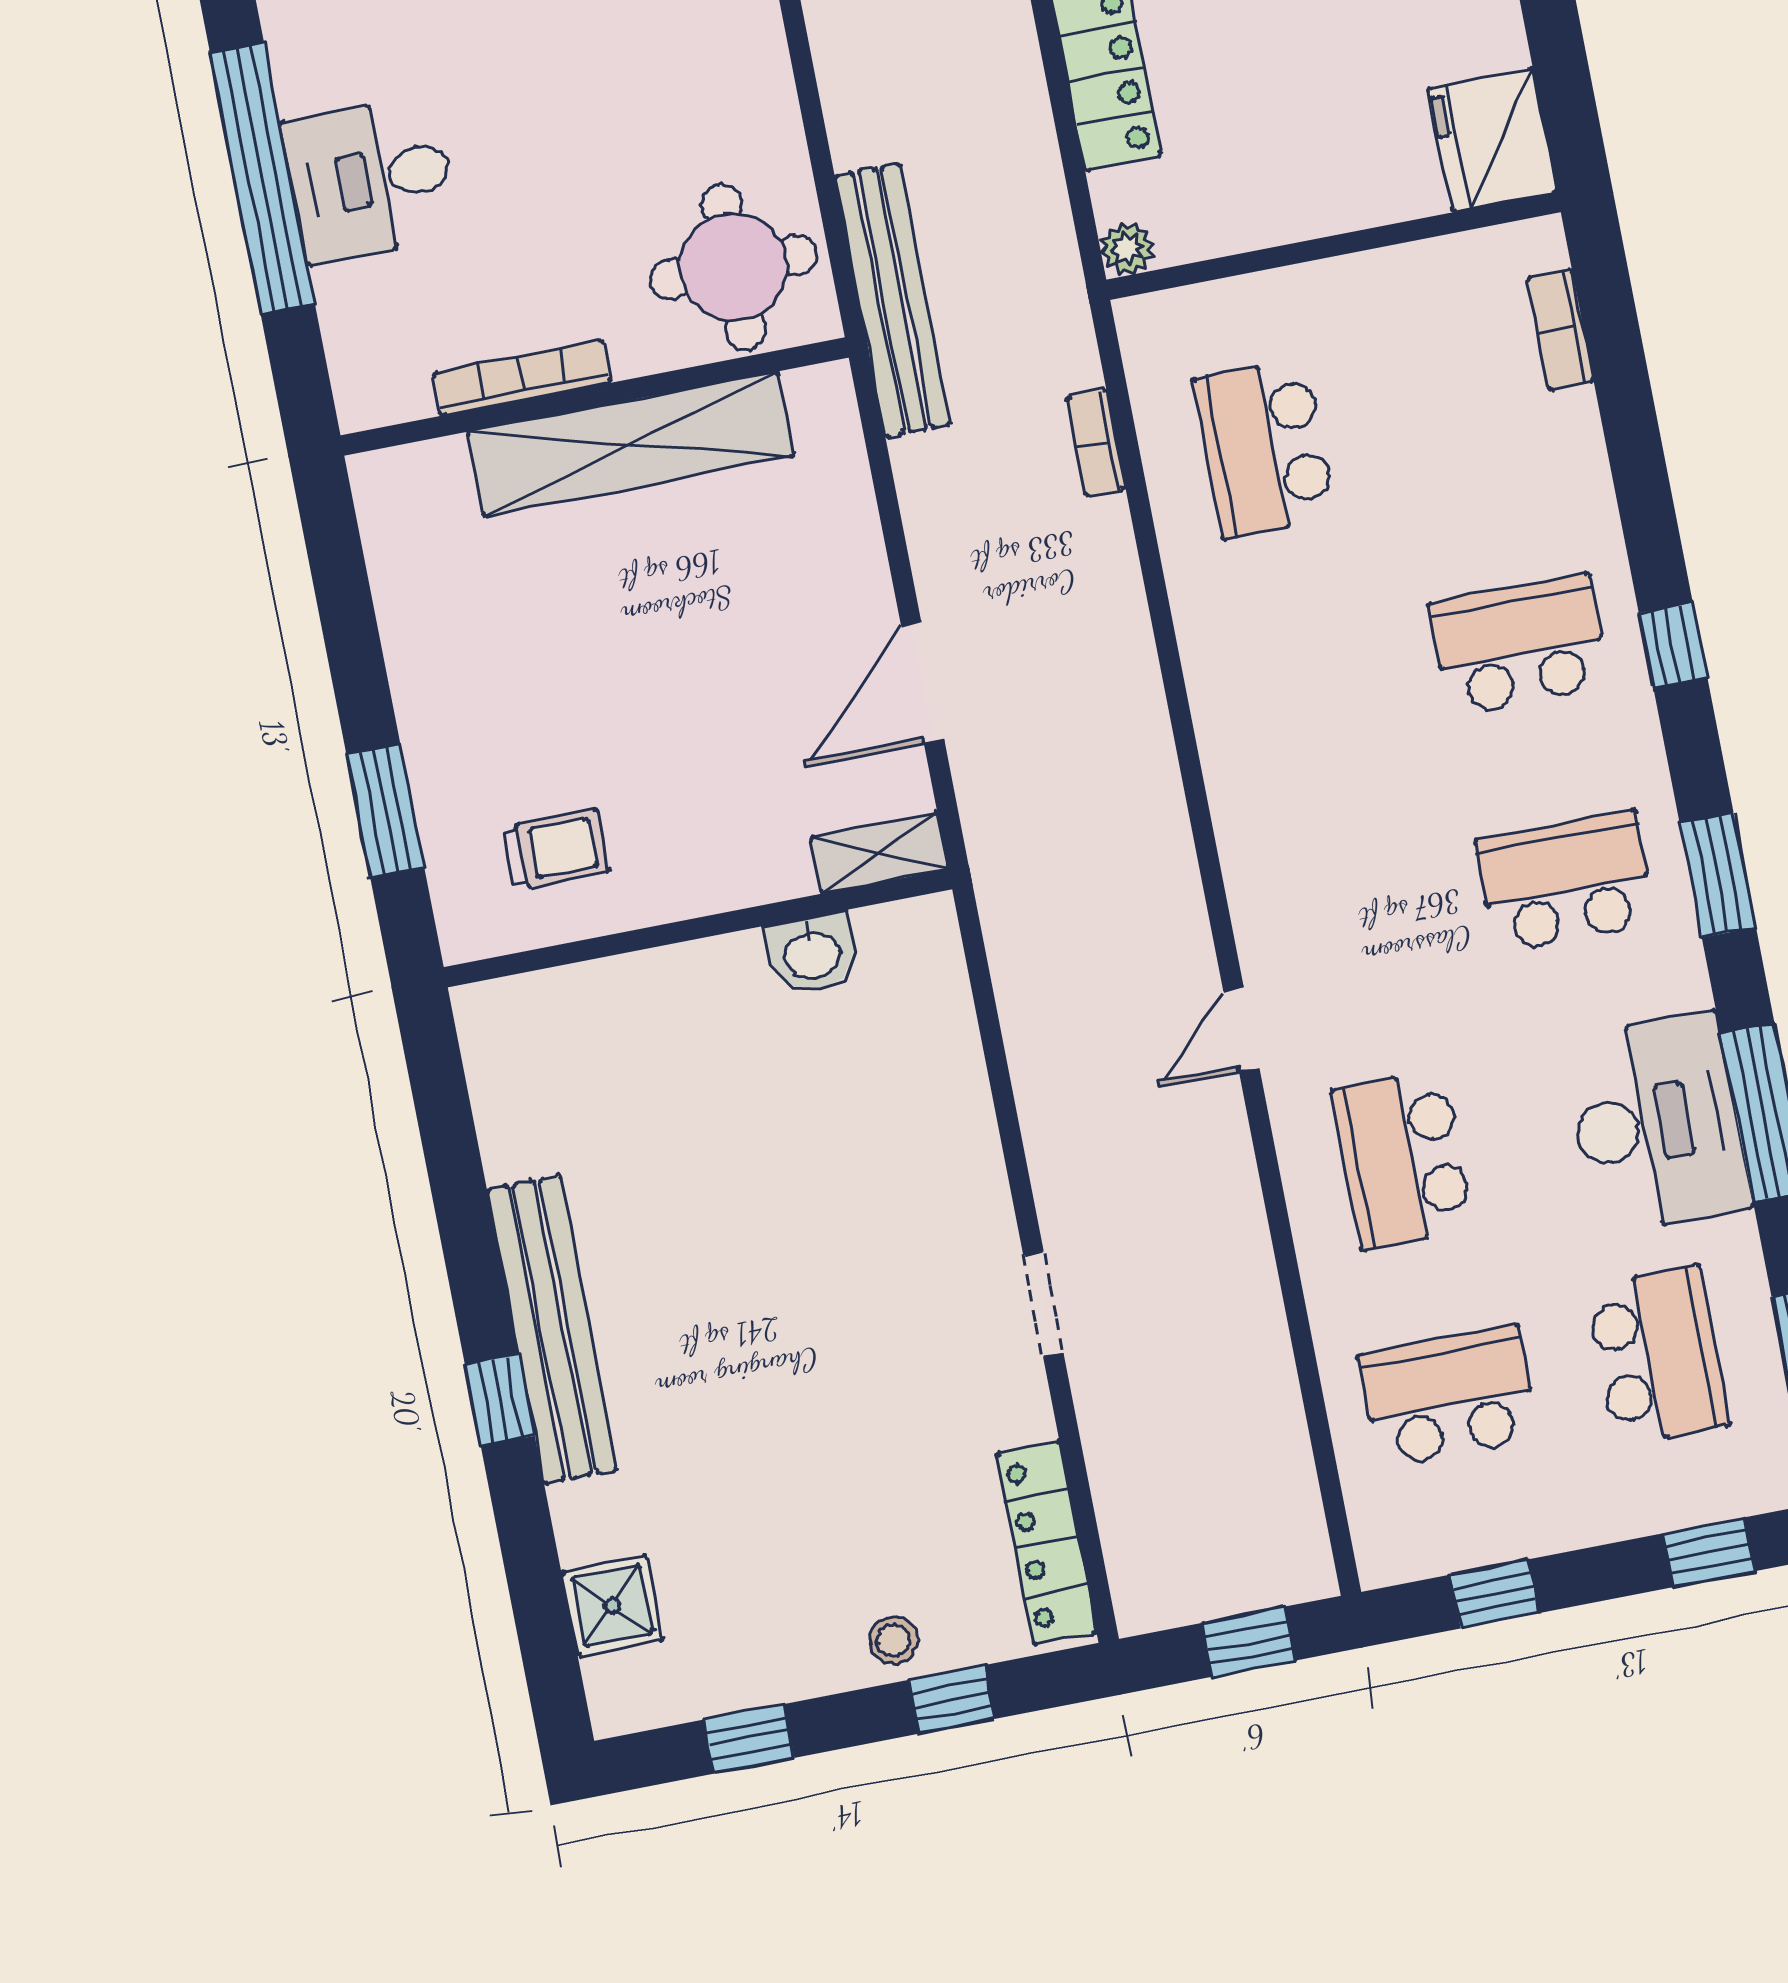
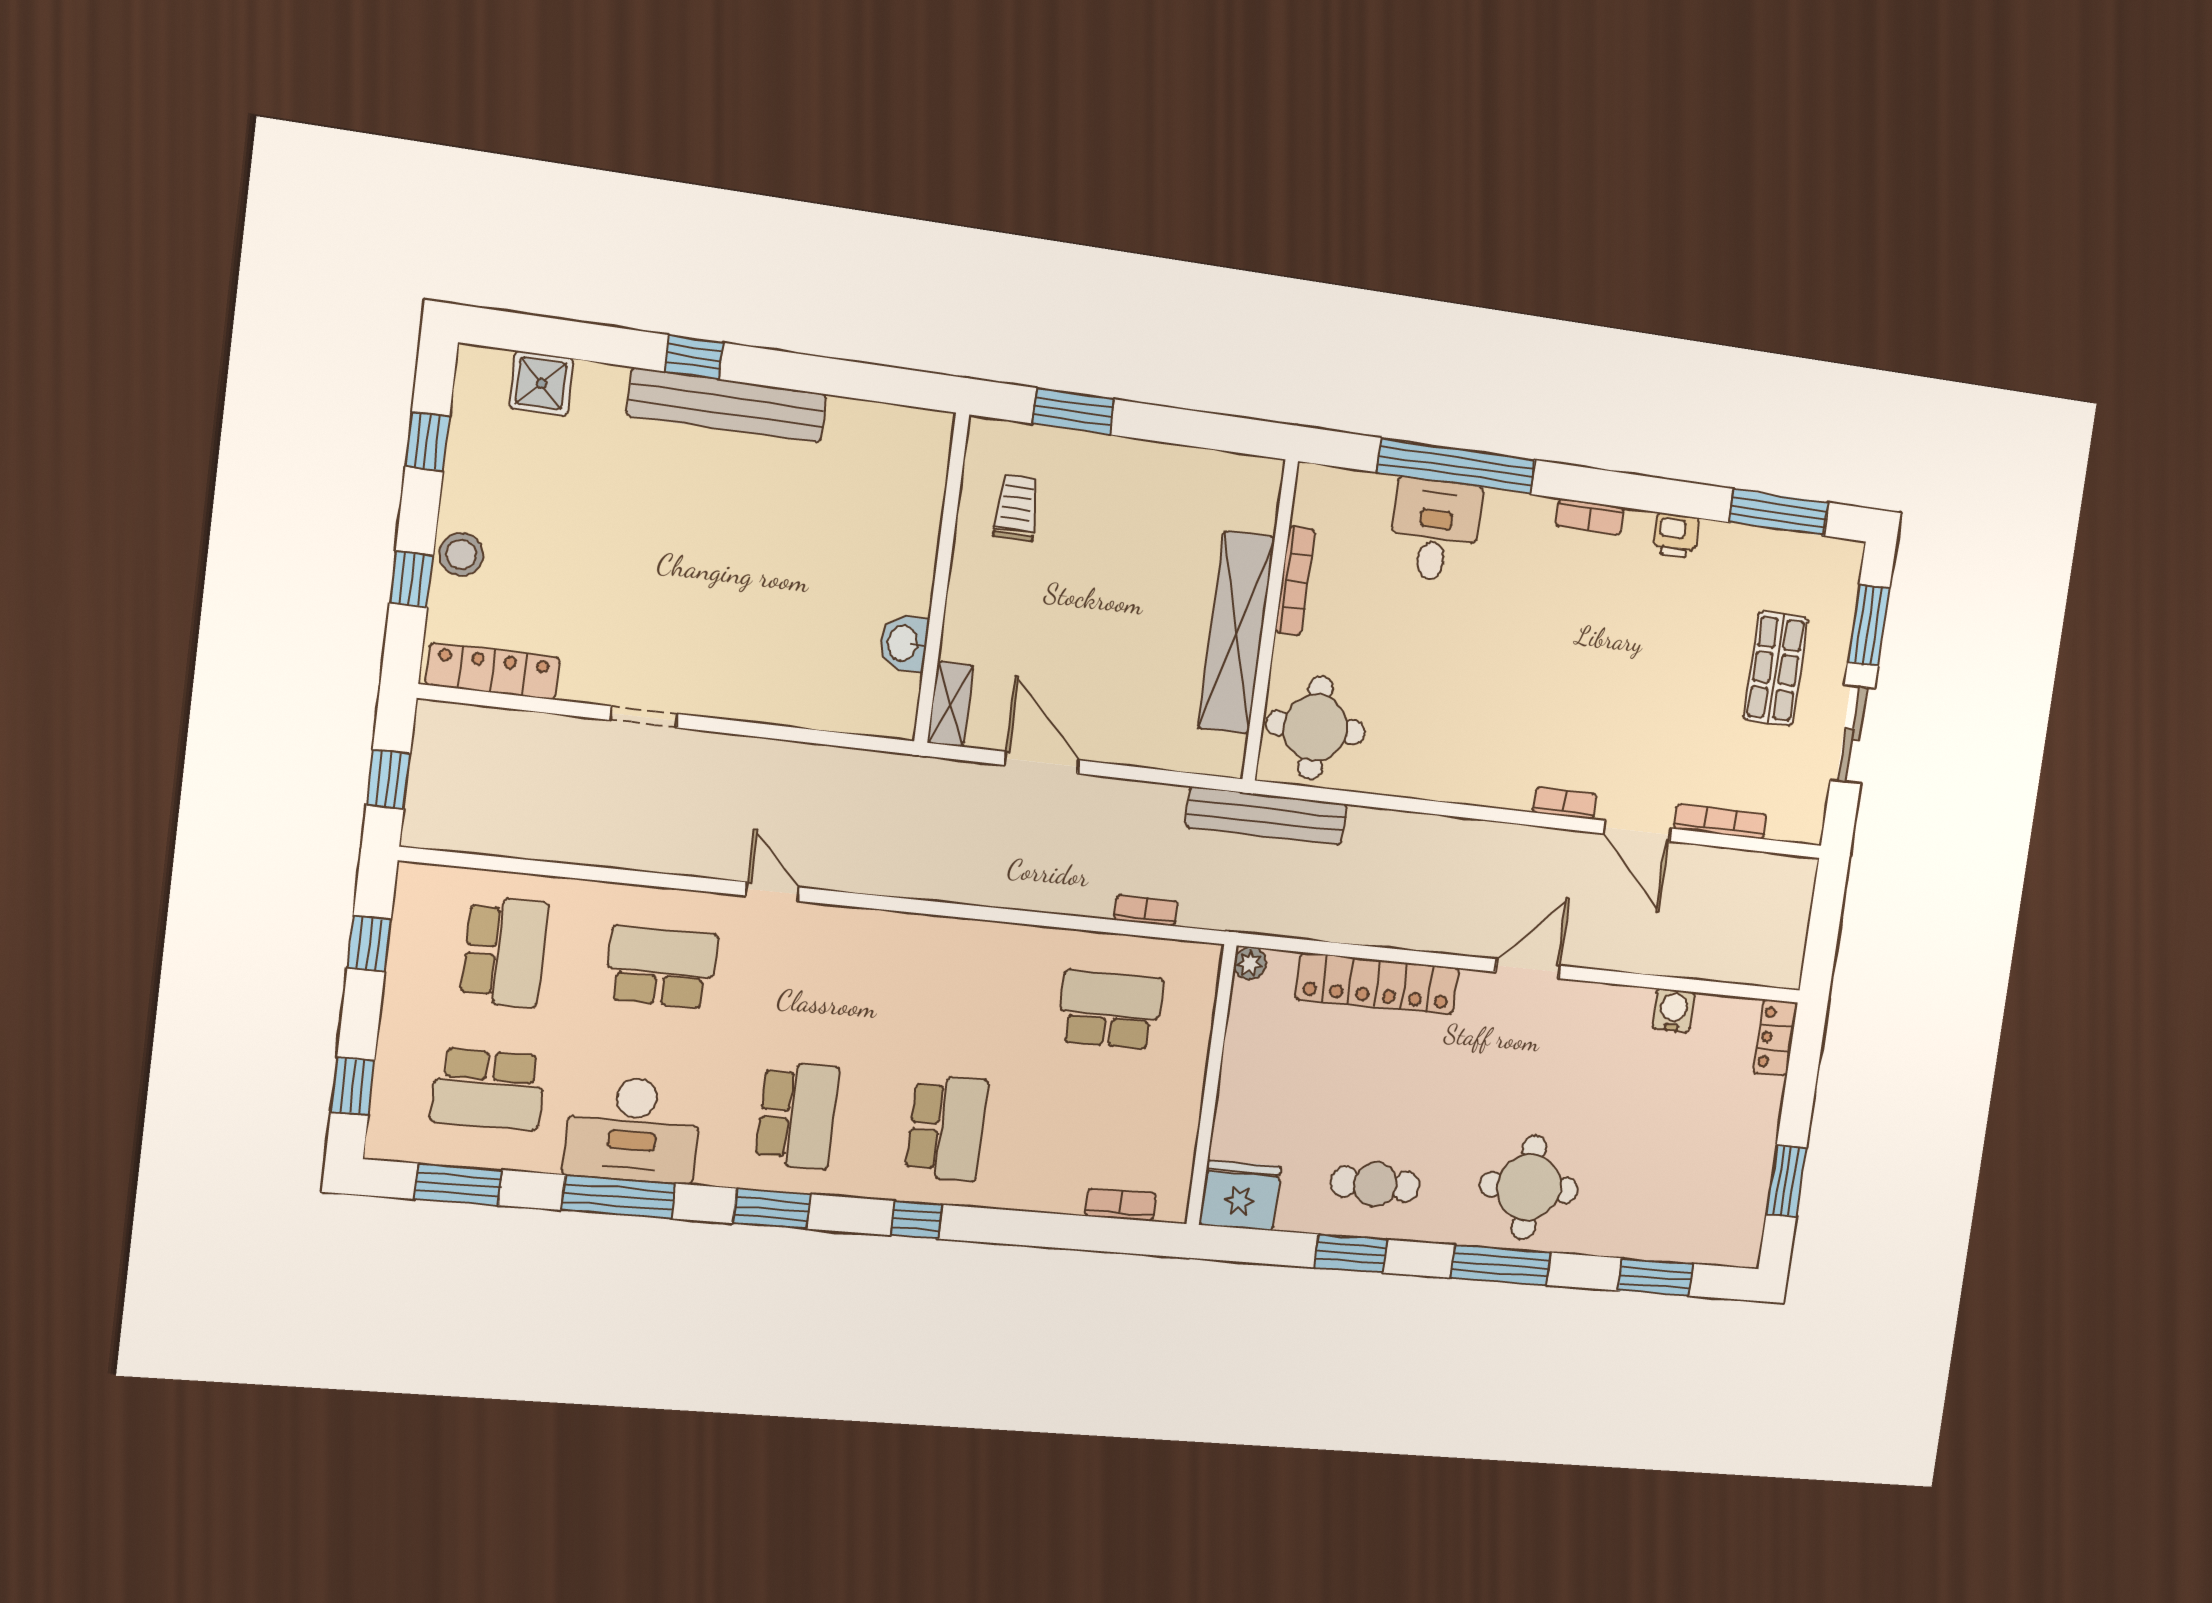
trolley: (556, 849) -> (1017, 508), turned 180
stool: (893, 1641) -> (461, 554), width x1.37, depth x1.37

